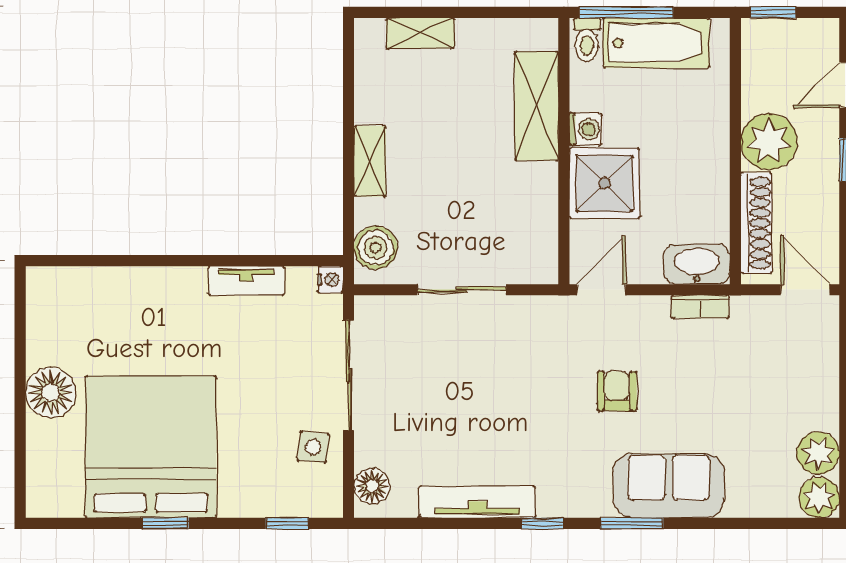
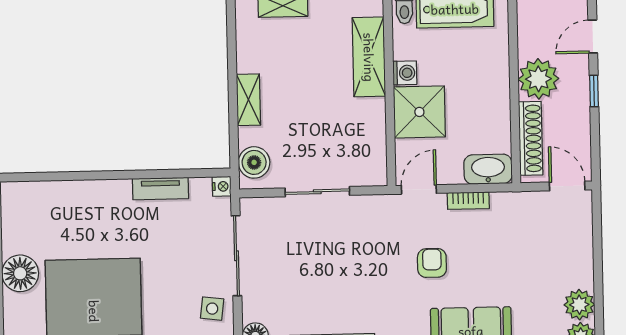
bookcase: (700, 307) -> (468, 201), moved

